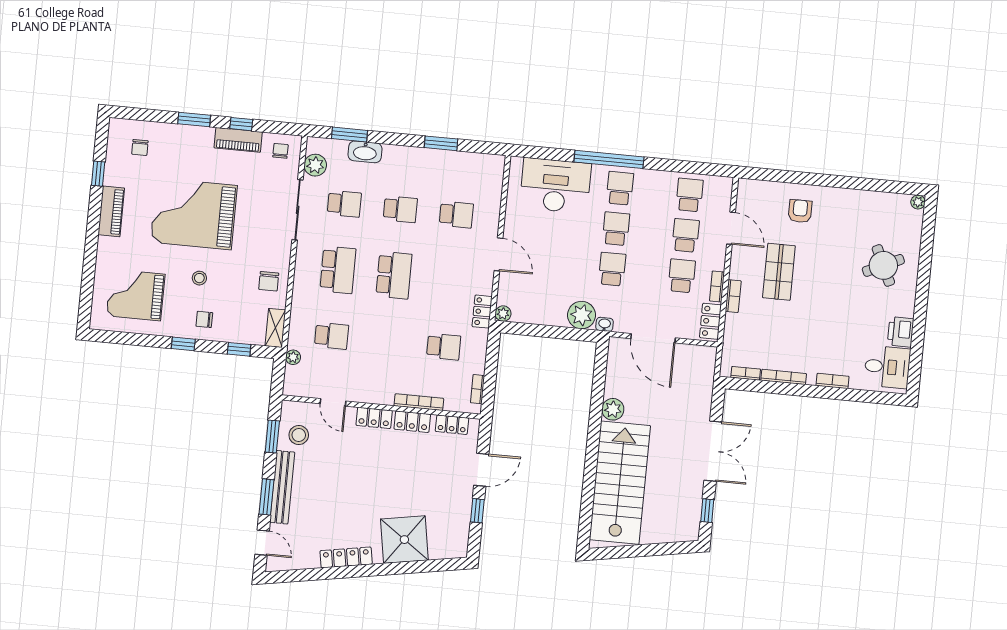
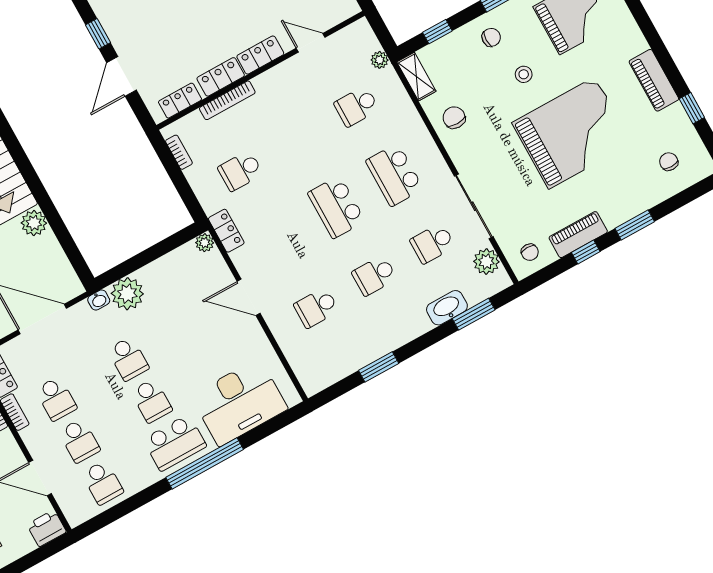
school desk: (620, 188) -> (175, 443), width x1.85
printer: (751, 190) -> (47, 528), added

